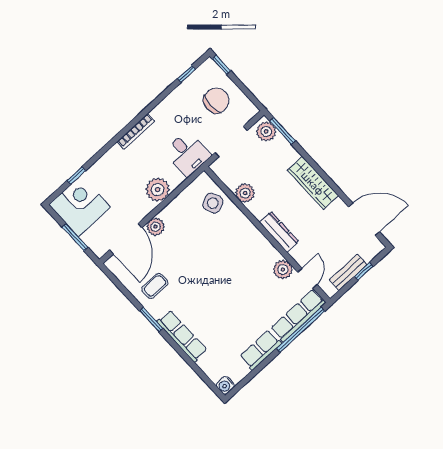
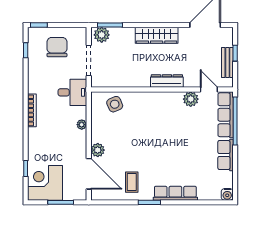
plant: (158, 190) -> (82, 125), width x0.53, depth x0.53
plant: (245, 193) -> (126, 80), removed

